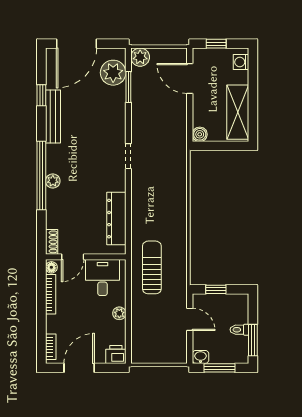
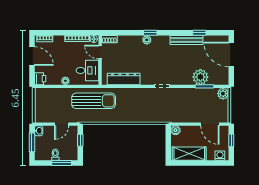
plant: (113, 73) -> (200, 77), moved
door: (190, 79) -> (210, 124), swing flipped
window: (41, 176) -> (150, 33), width x0.32
sun lounger: (152, 267) -> (94, 101), width x1.36, depth x1.34
window: (253, 340) -> (62, 163), moved

